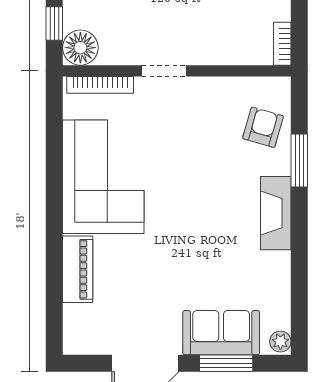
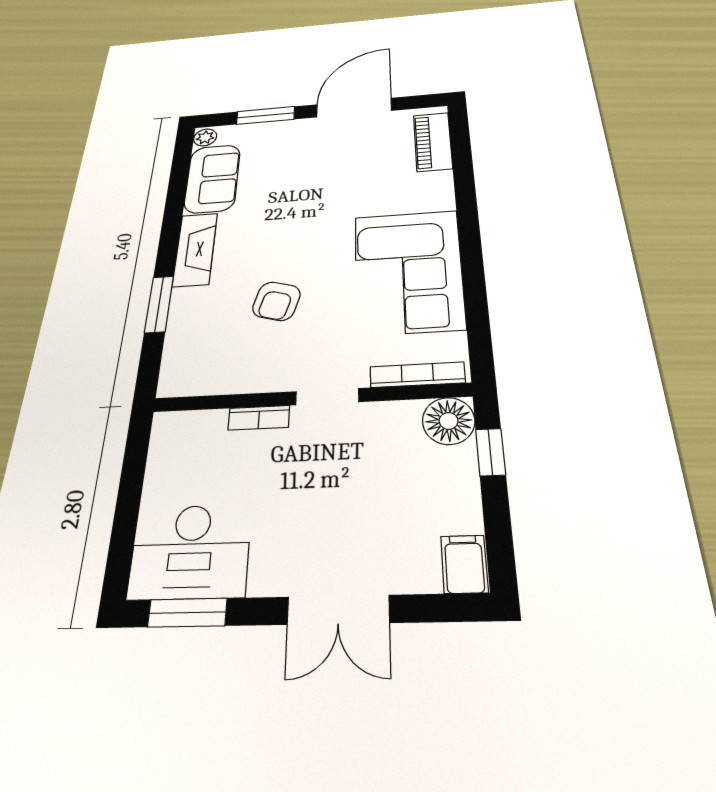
bookcase: (282, 44) -> (259, 418), moved, turned 90
armchair: (263, 127) -> (276, 301), moved
piano: (78, 269) -> (433, 142), moved
sofa: (221, 333) -> (212, 178), moved, turned -90

